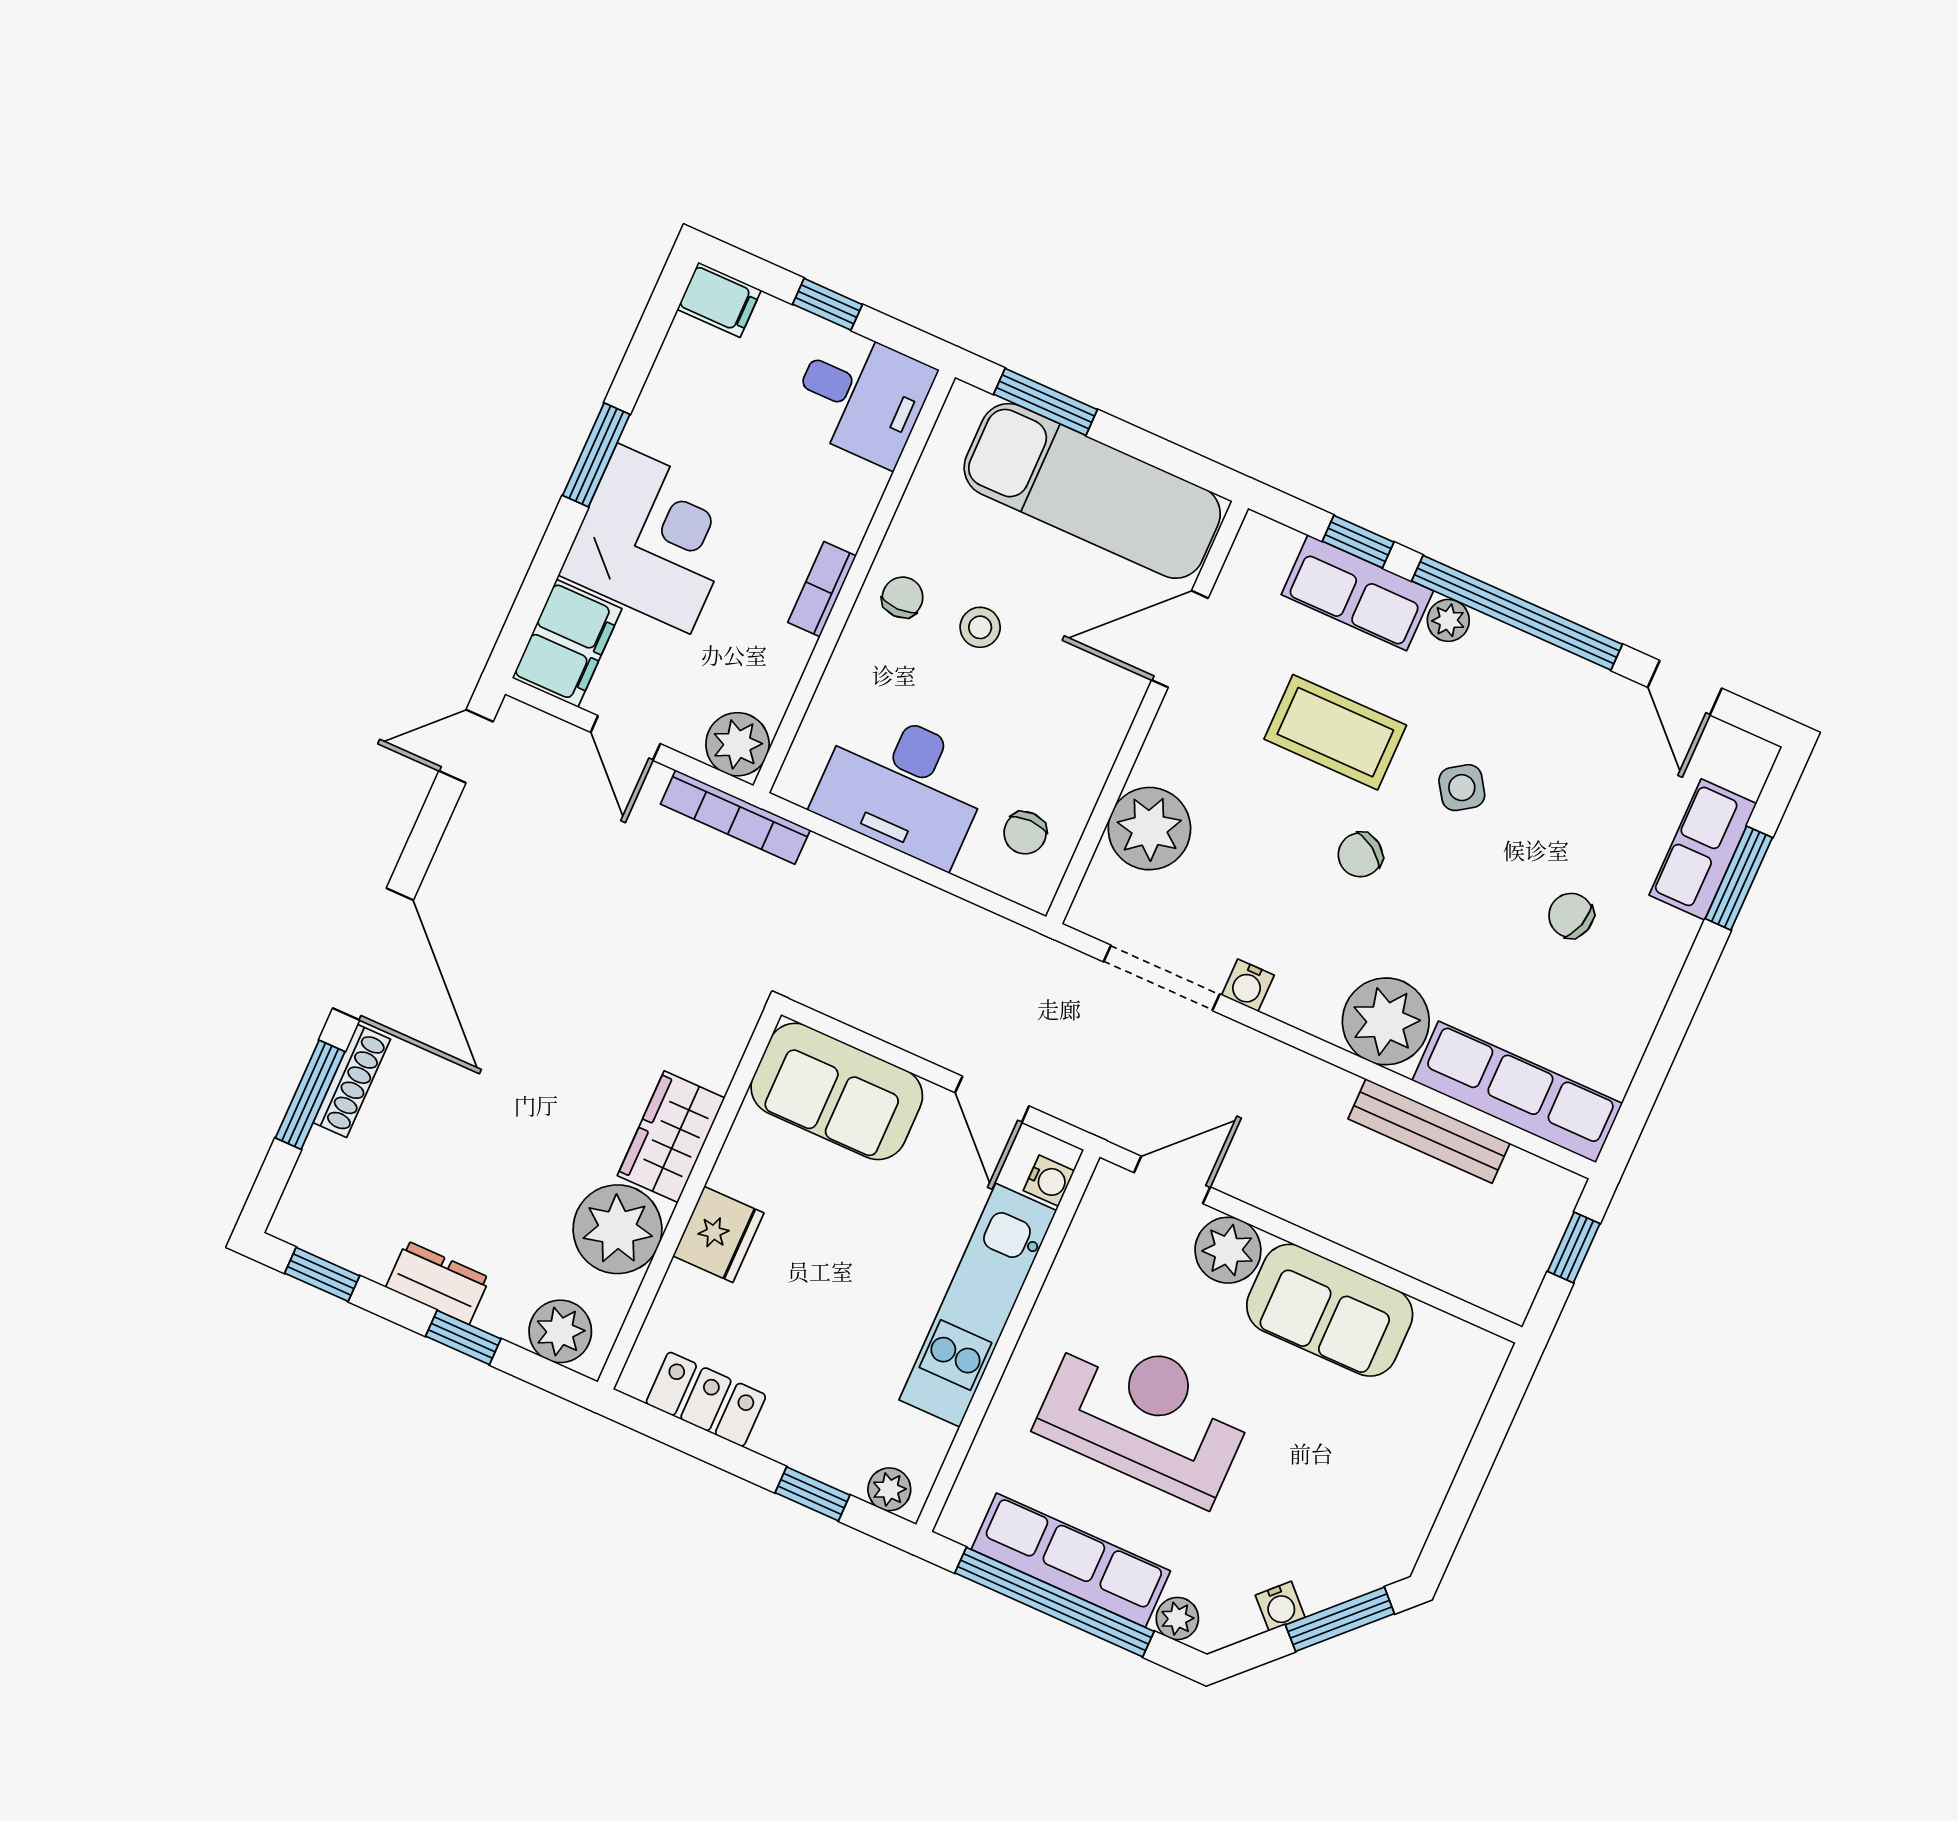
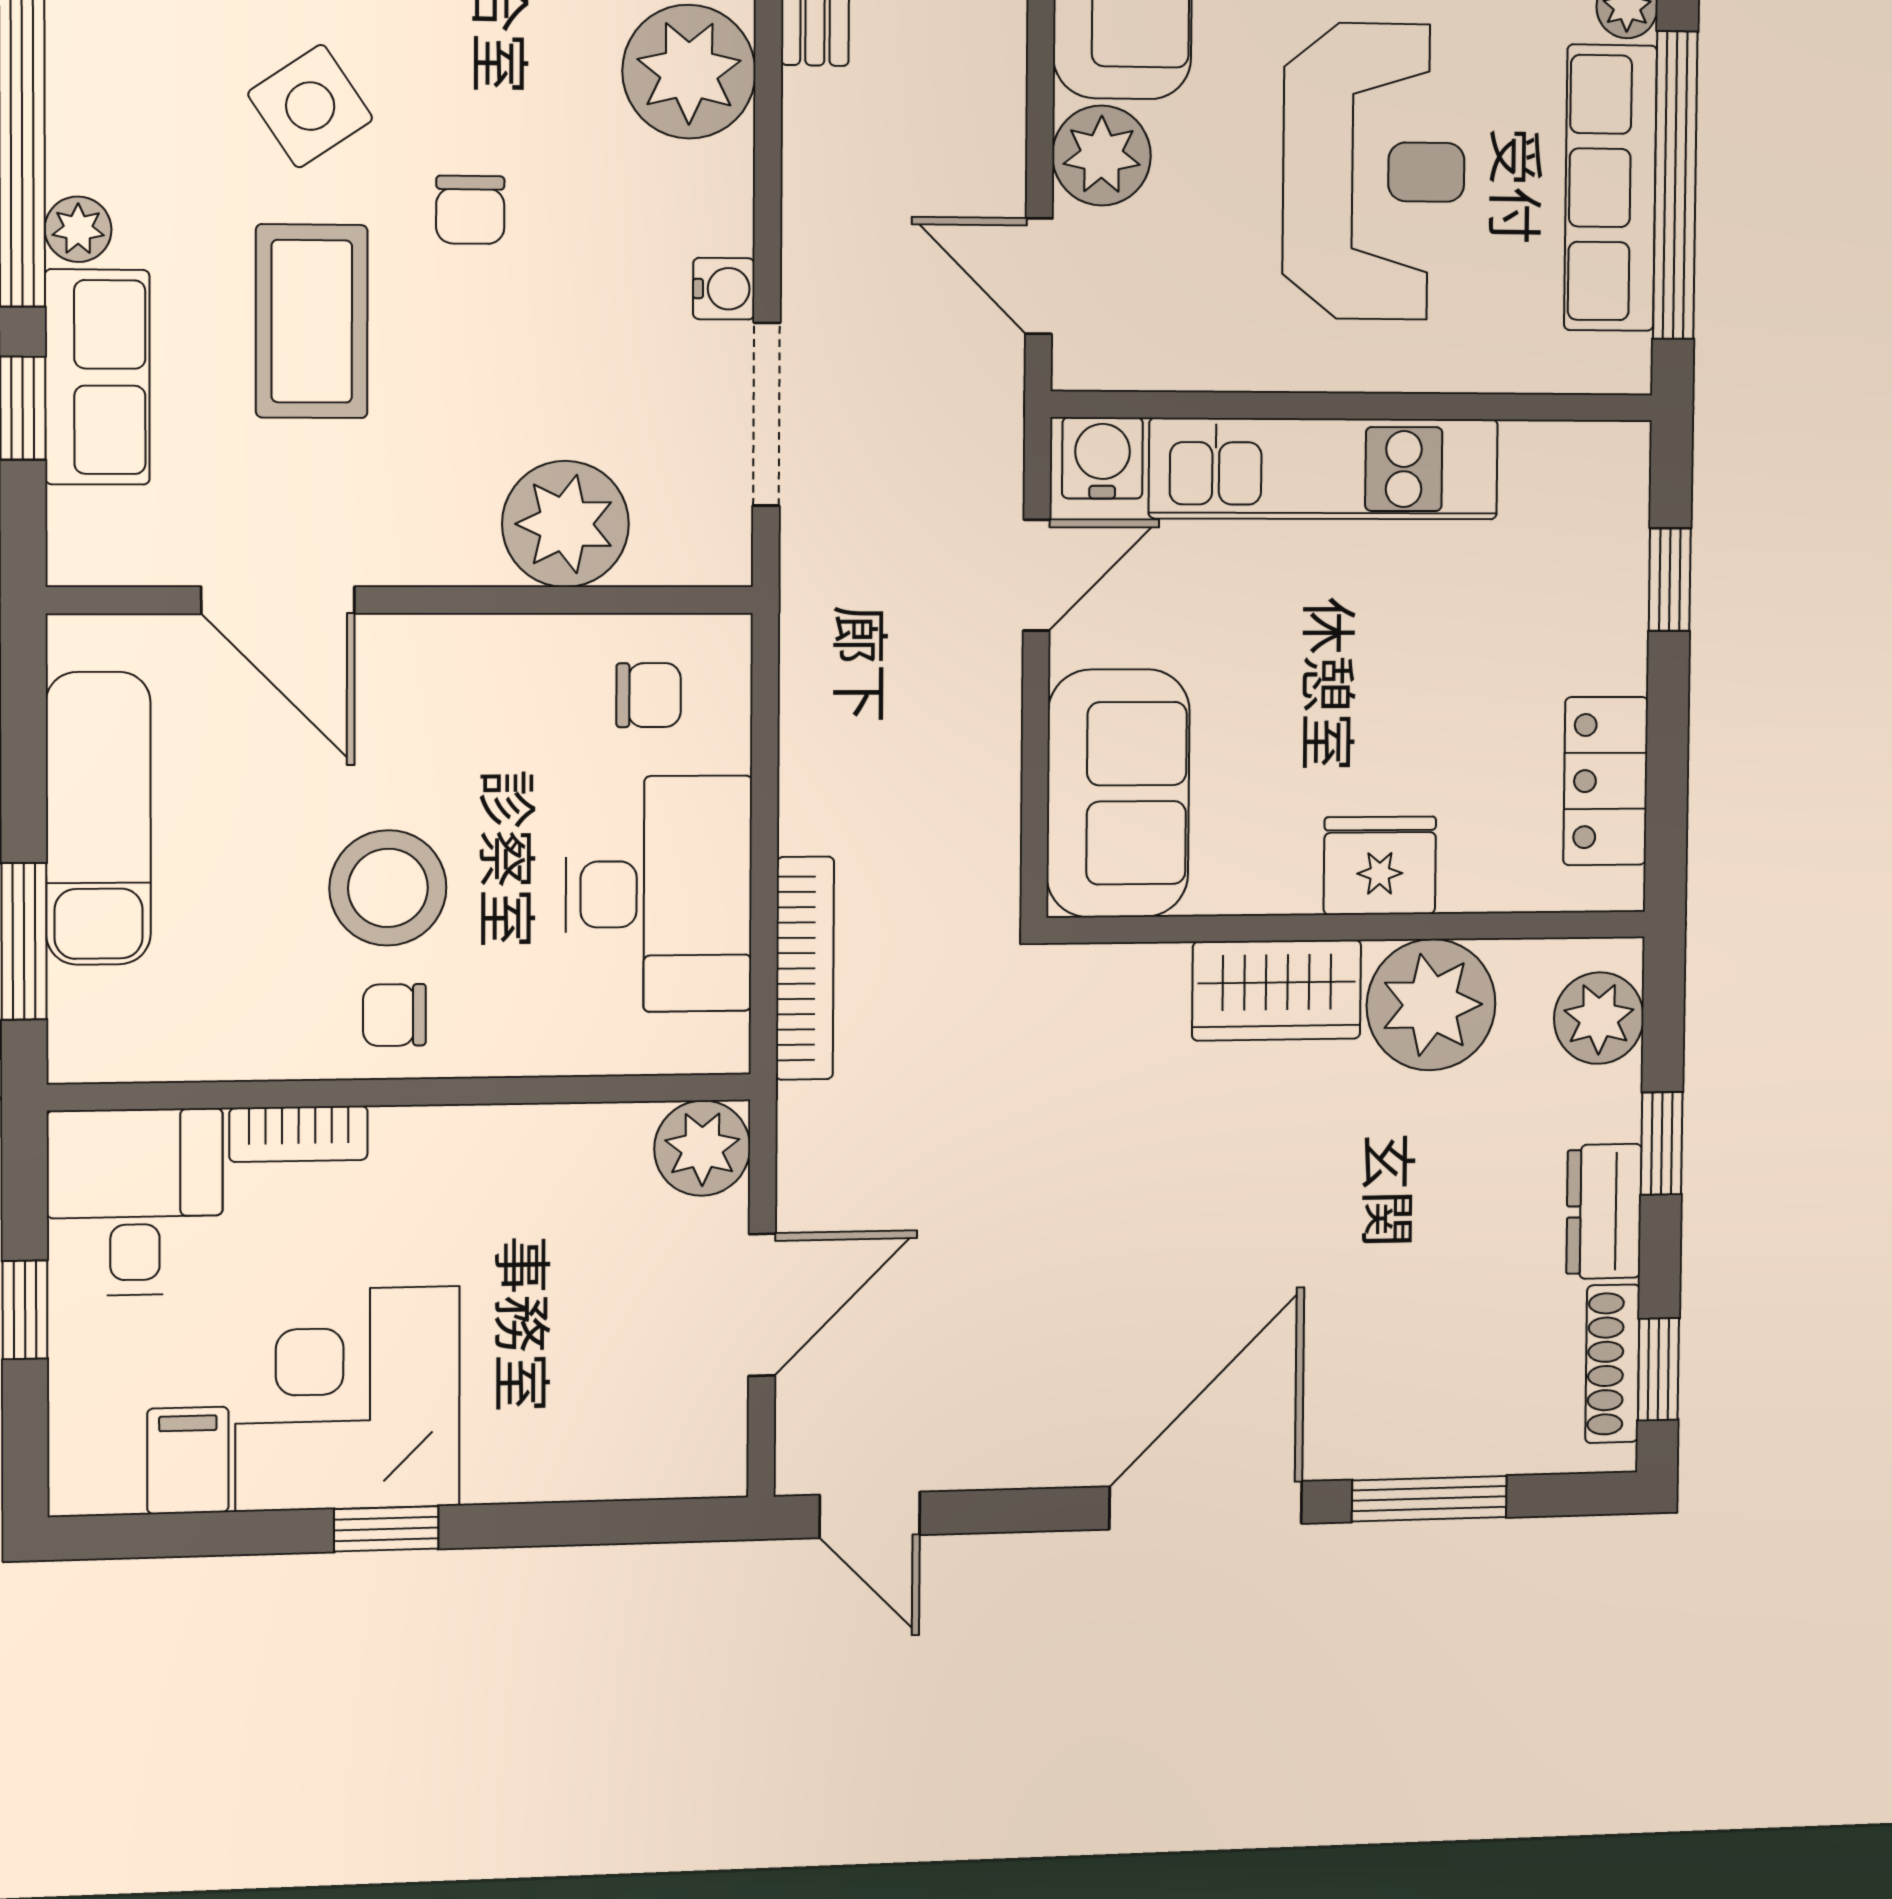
filing cabinet: (719, 300) -> (188, 1460), moved
window: (596, 455) -> (386, 1529), width x0.67
exam couch: (1092, 491) -> (98, 818), width x0.73, depth x0.69
corner desk: (654, 538) -> (348, 1399), moved
bookcase: (822, 589) -> (299, 1134), moved
stool: (980, 627) -> (388, 888), width x1.89, depth x1.89
filing cabinet: (567, 643) -> (667, 1445), removed
door: (625, 738) -> (762, 1305), width x1.38
side table: (1462, 788) -> (310, 106), width x1.37, depth x1.37
bookcase: (735, 817) -> (805, 968), moved
chair: (1360, 855) -> (470, 210), turned 56
shoe rack: (352, 1081) -> (1612, 1364), moved, turned -90
water cooler: (1049, 1181) -> (1102, 458), width x1.38, depth x1.38
reception desk: (1145, 1415) -> (1374, 171), turned 180
plant: (889, 1489) -> (1620, 478), removed

